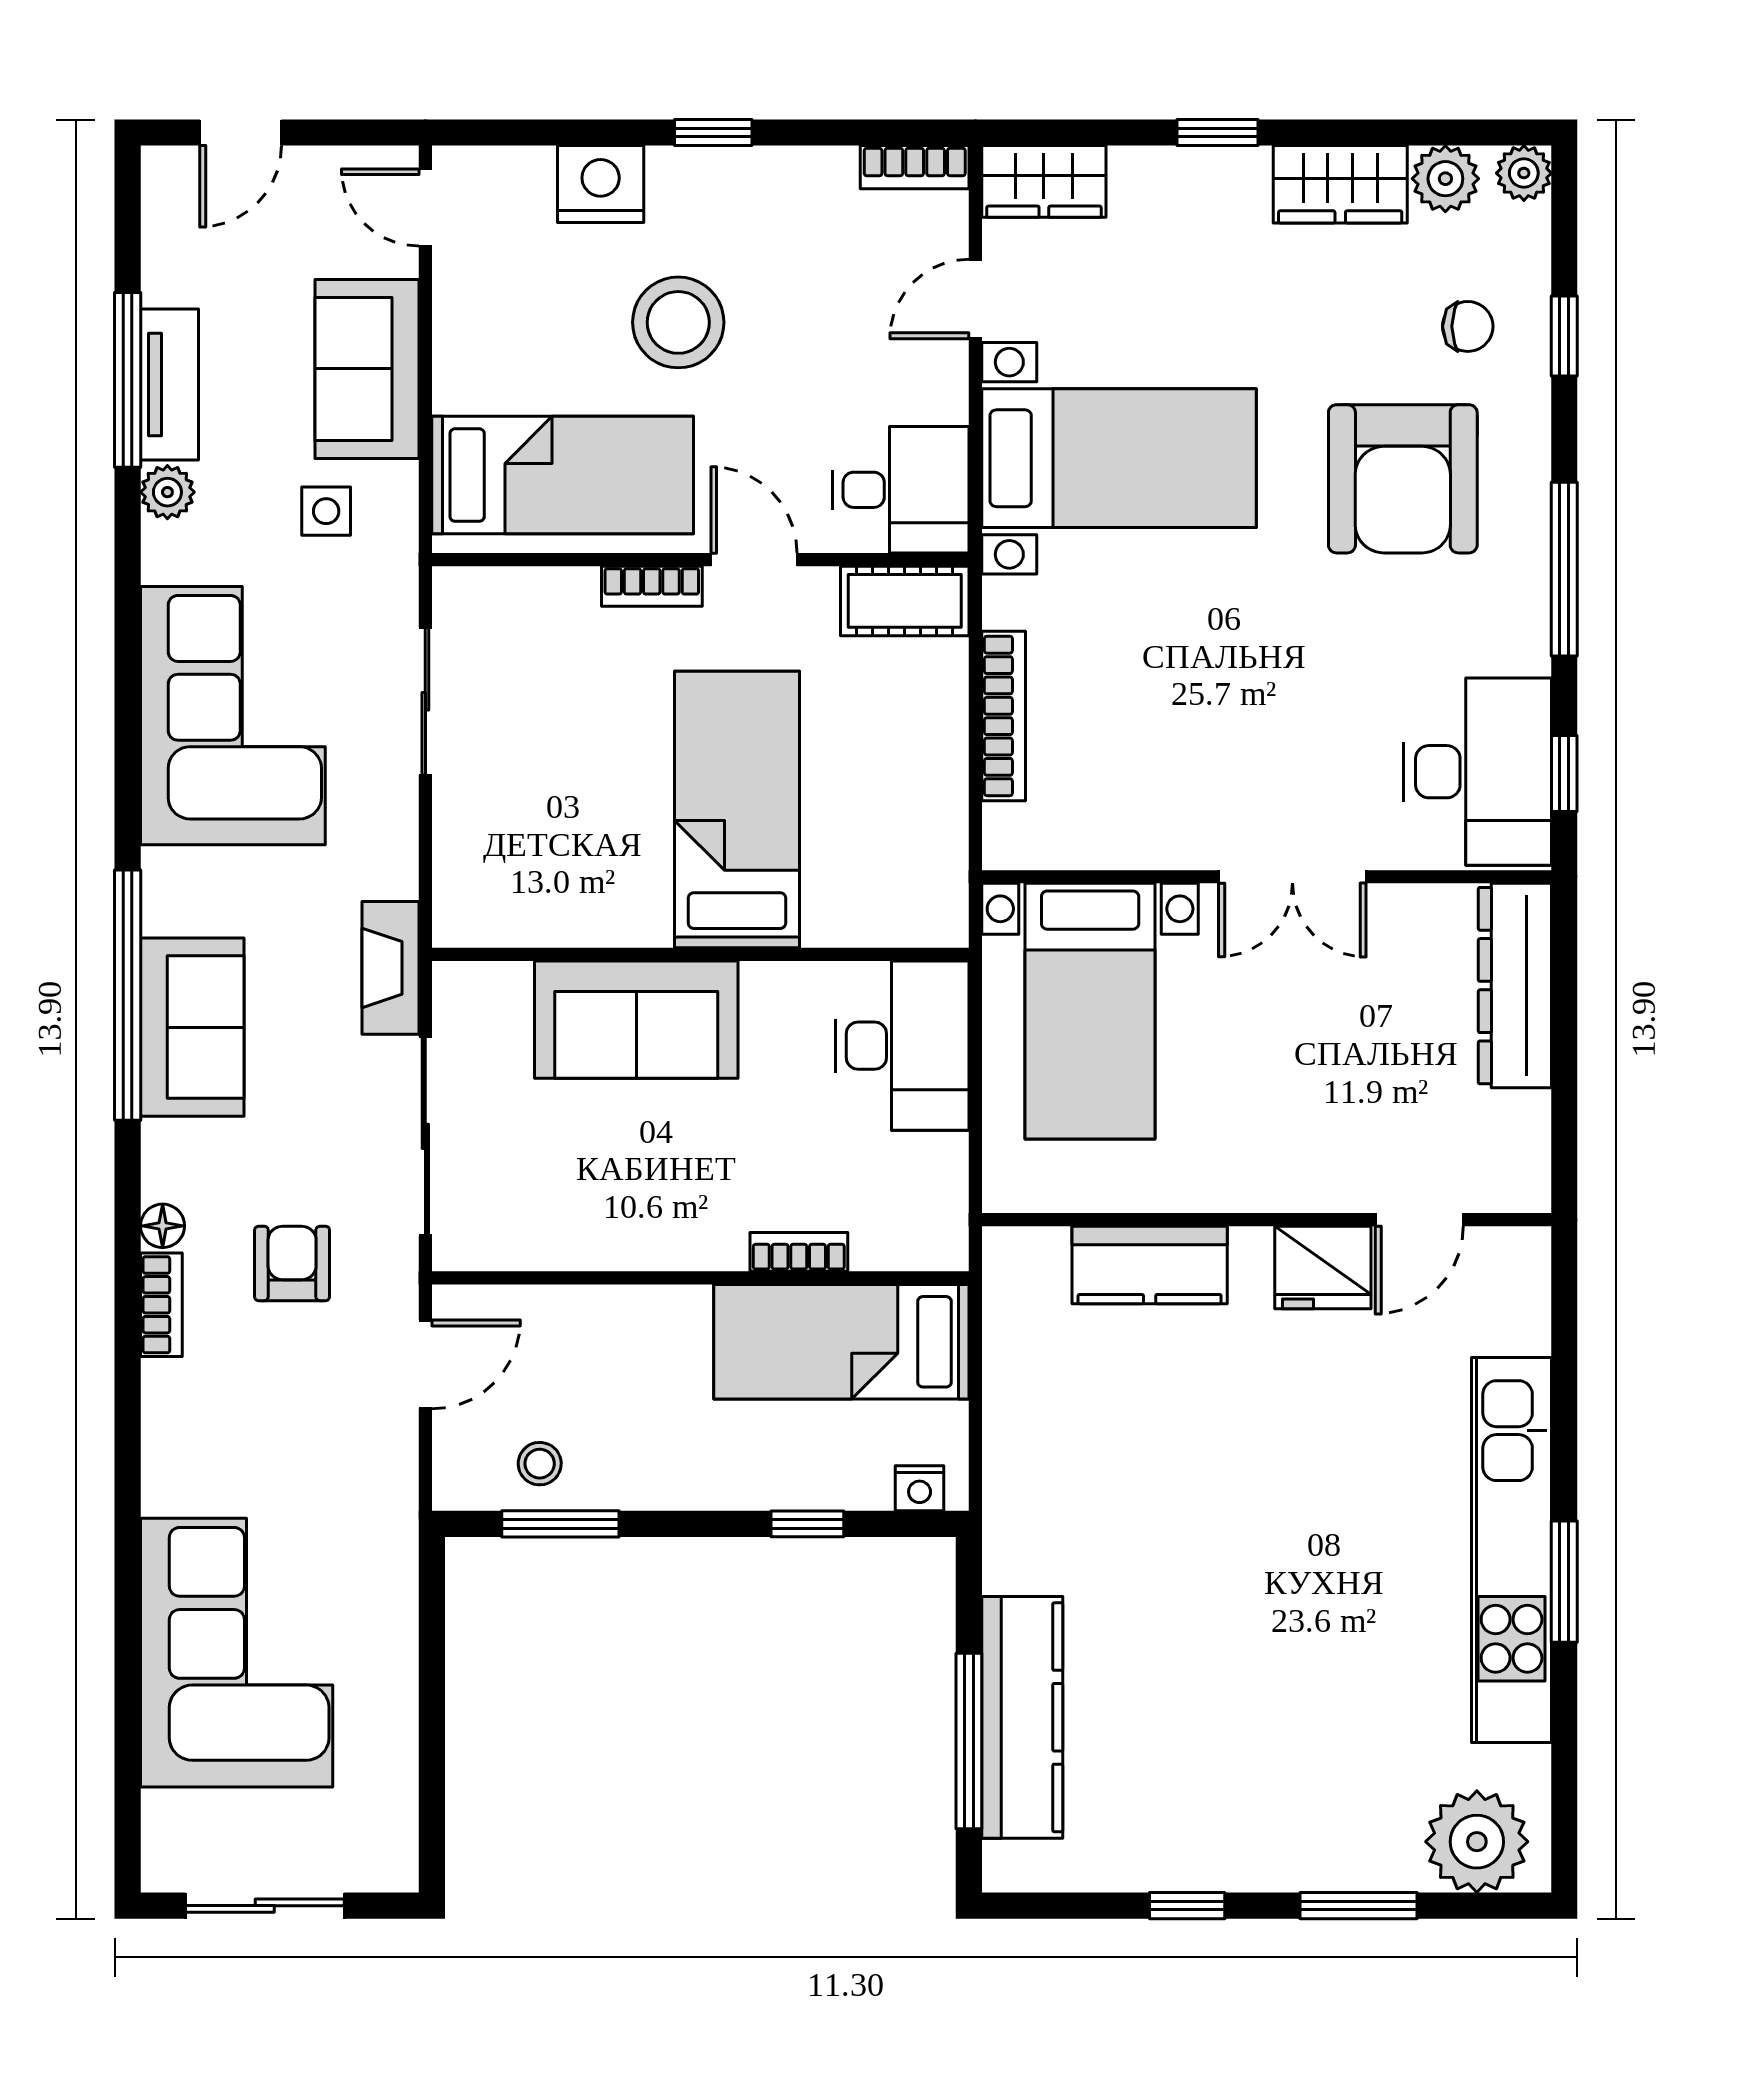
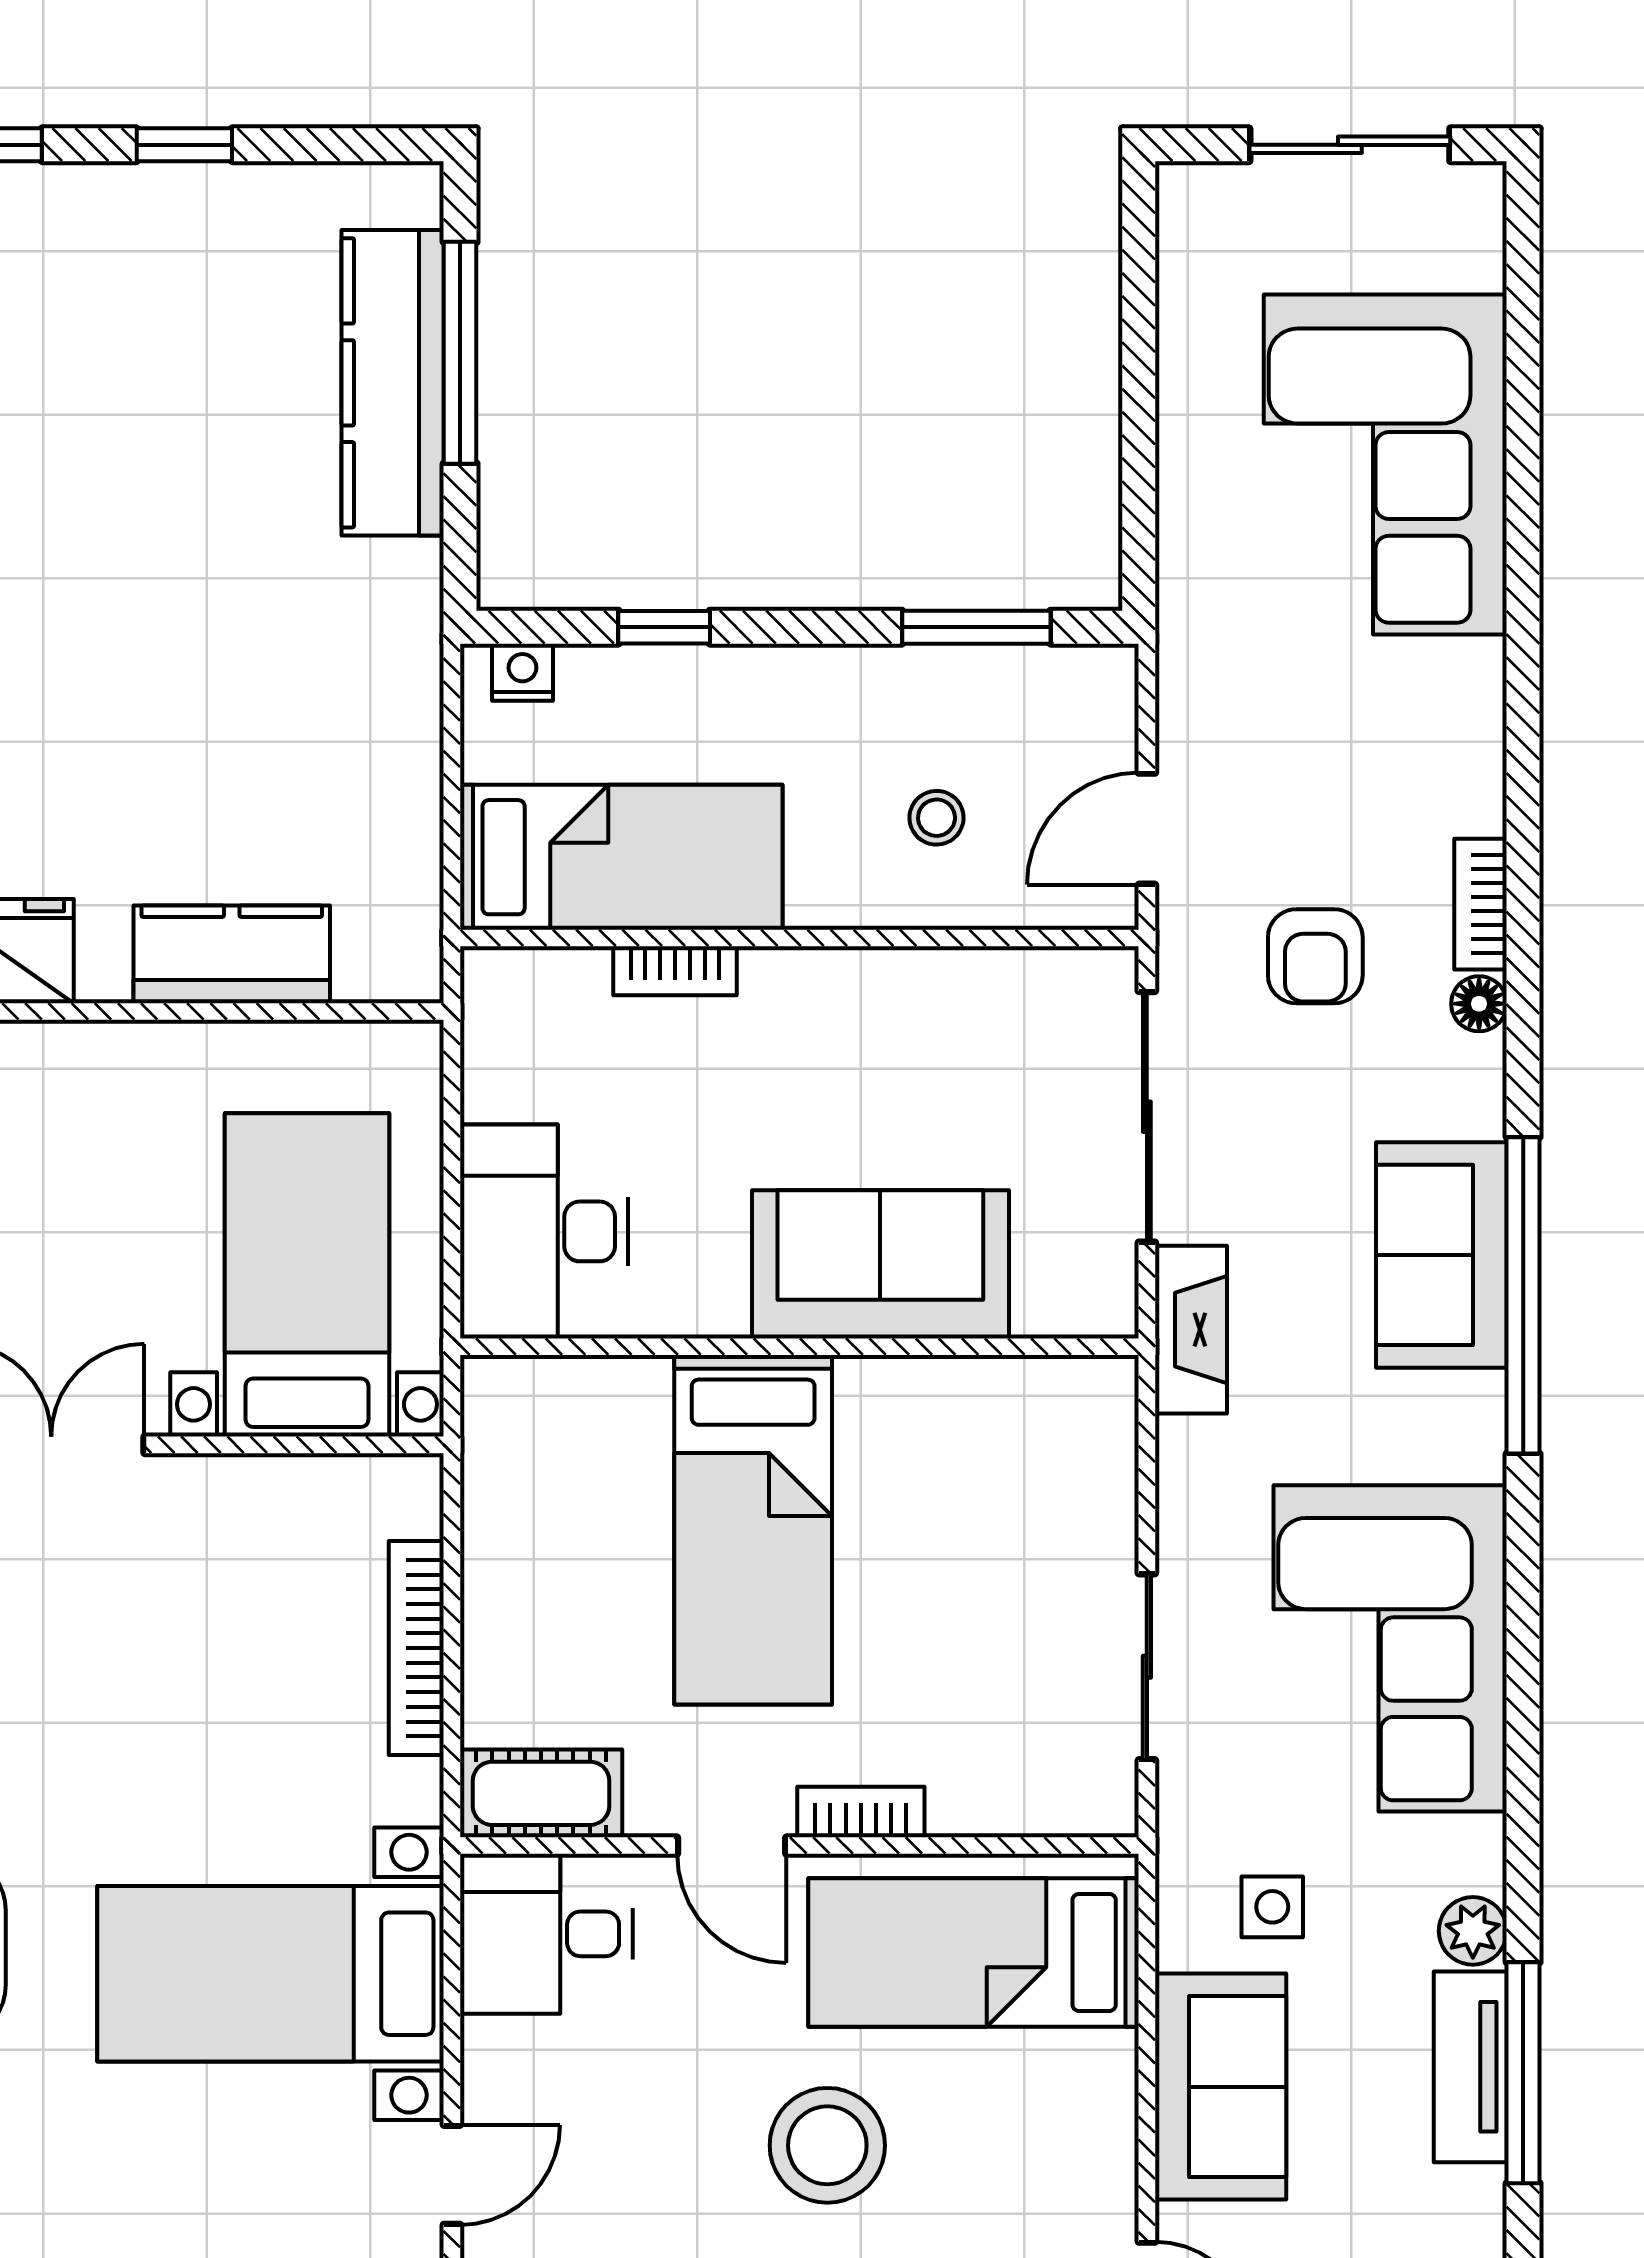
stool: (540, 1464) -> (937, 818), moved

